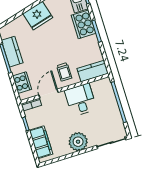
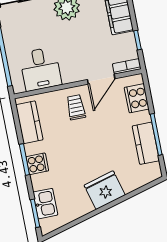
cooker: (84, 24) -> (37, 164), width x0.53, depth x0.76
kitchen counter: (93, 71) -> (29, 122), moved, turned -90
desk: (81, 100) -> (40, 69), moved

